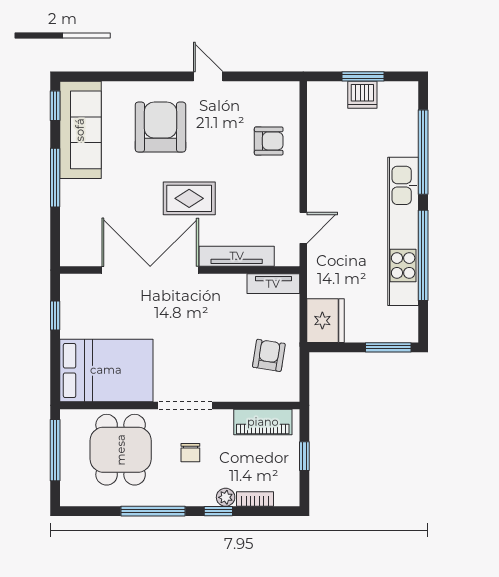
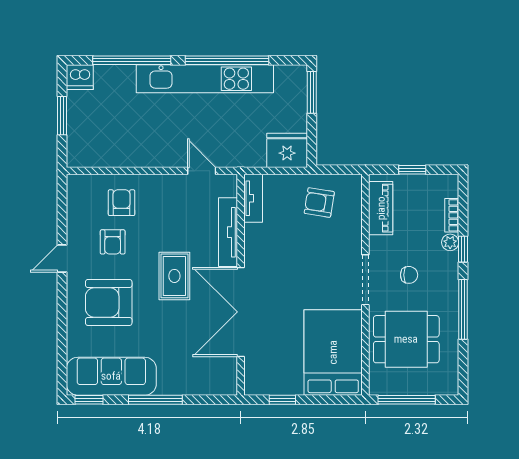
dishwasher: (362, 95) -> (80, 77), moved, turned 90
armchair: (226, 131) -> (113, 242), added

